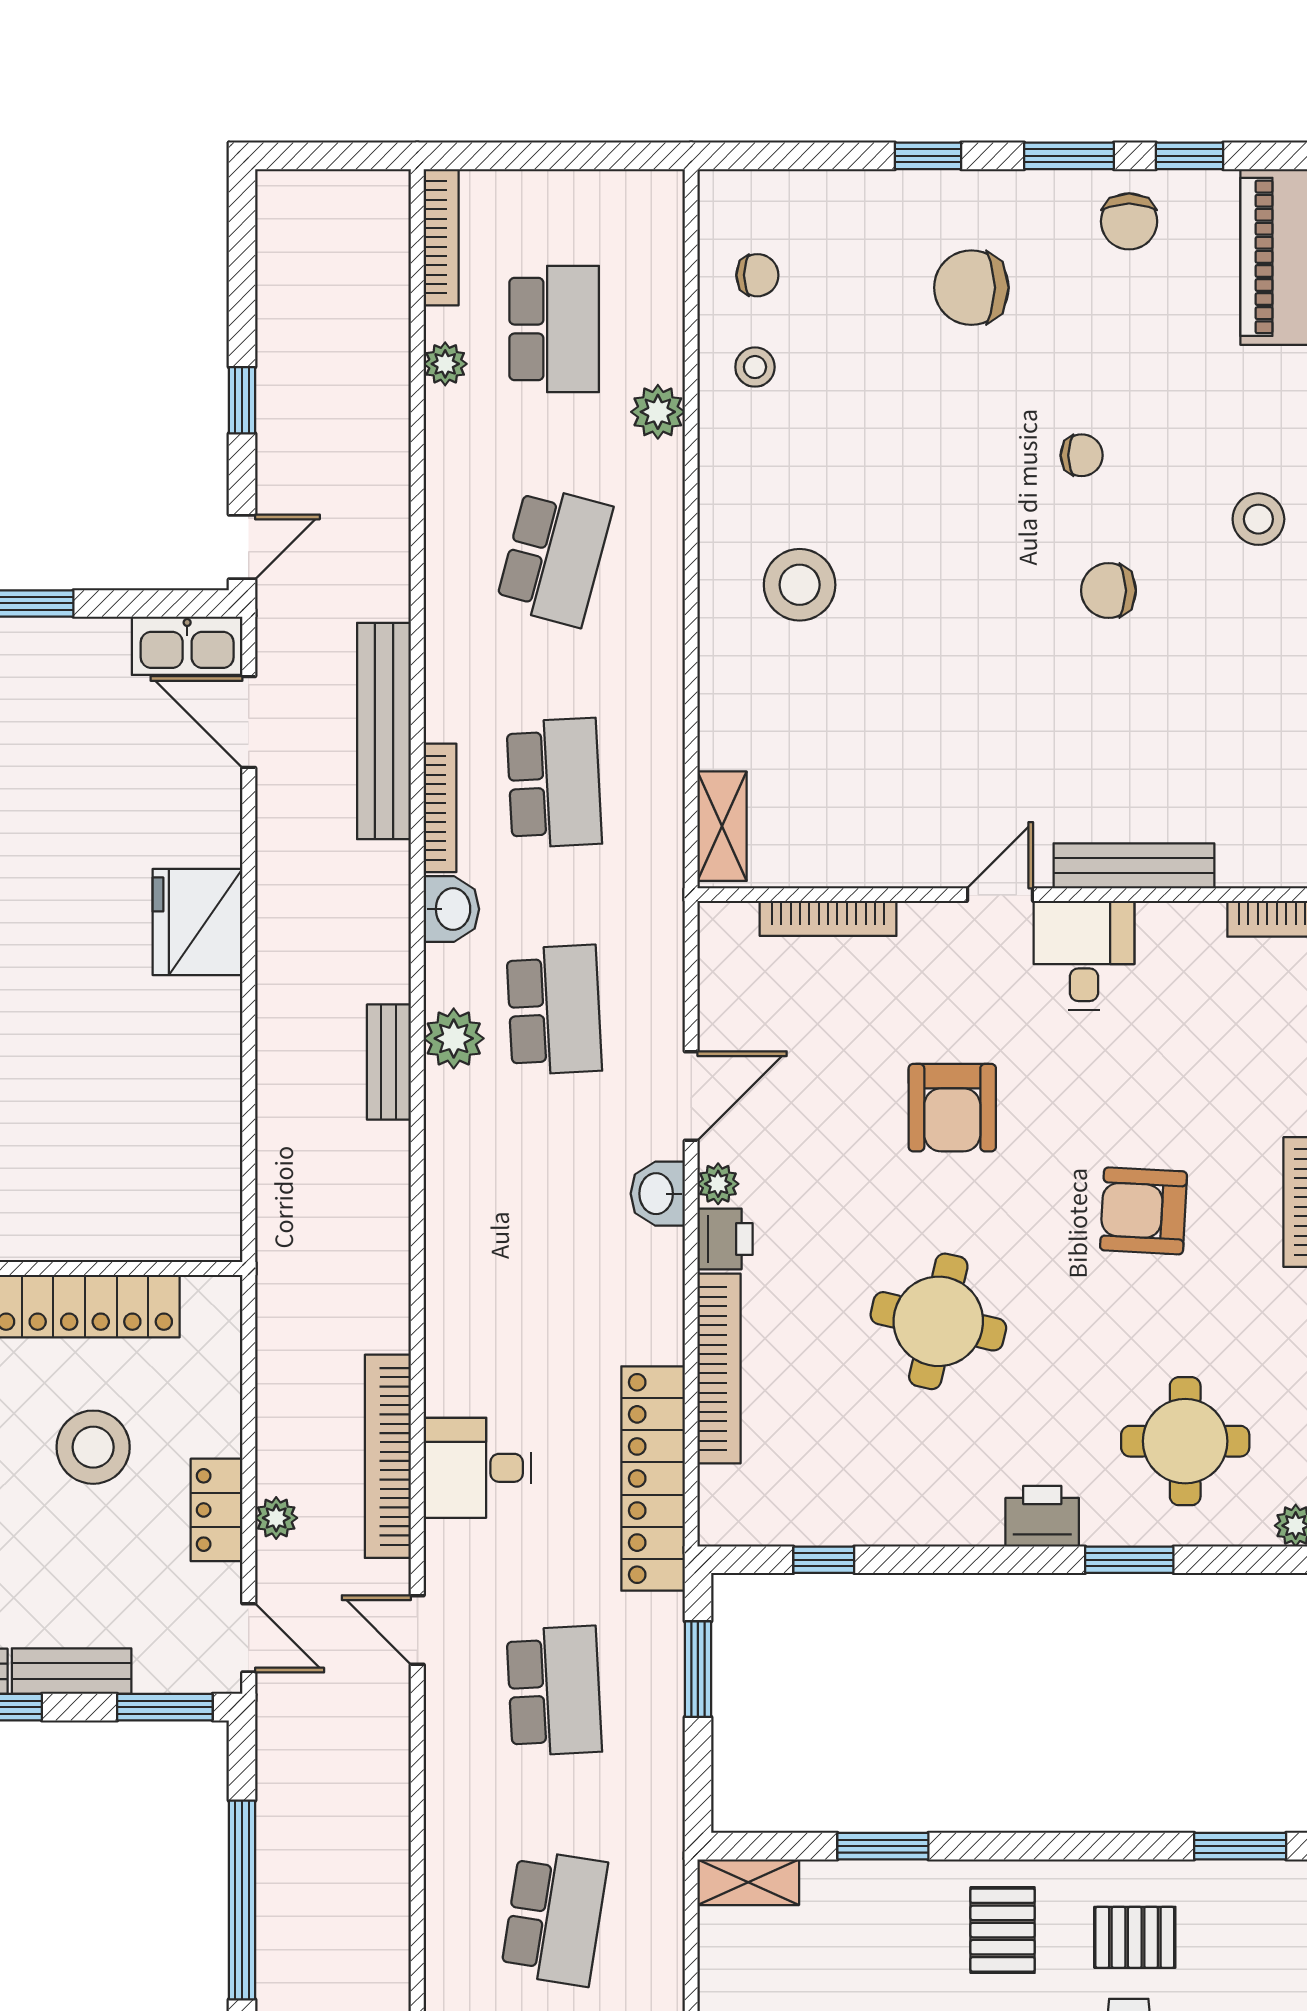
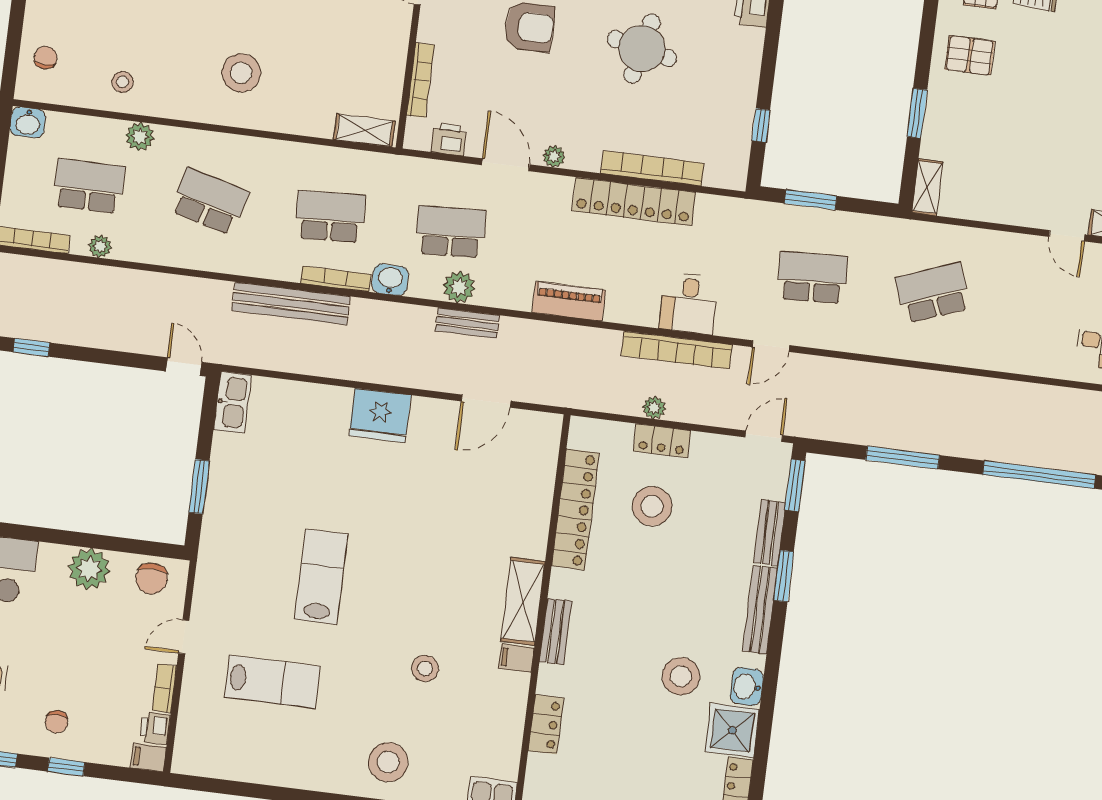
chair: (757, 275) -> (46, 58), moved
window: (242, 400) -> (31, 347), moved
door: (249, 722) -> (486, 401), moved
washbasin: (658, 1194) -> (28, 122), moved
printer: (725, 1239) -> (449, 139), moved
piano: (453, 1245) -> (569, 301), added
locker: (653, 1478) -> (634, 202), moved
locker: (217, 1510) -> (662, 441), moved
plant: (276, 1518) -> (654, 408), moved
window: (242, 1900) -> (903, 457), width x0.68
school desk: (554, 1918) -> (933, 293), turned -30

